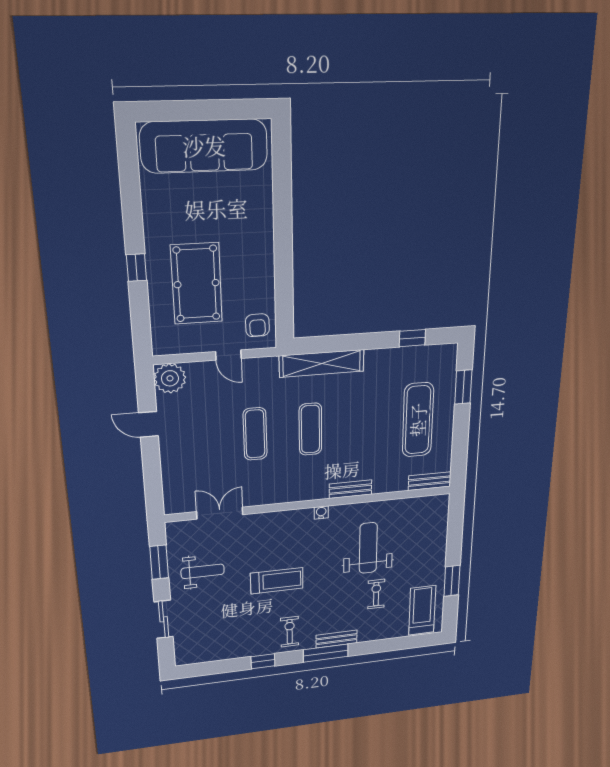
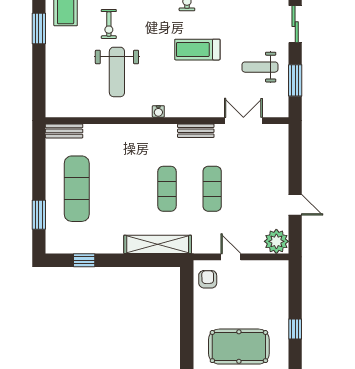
pool table: (197, 284) -> (239, 347), moved, turned 90
bench: (350, 489) -> (196, 131), moved
double door: (220, 513) -> (243, 121), swing flipped

